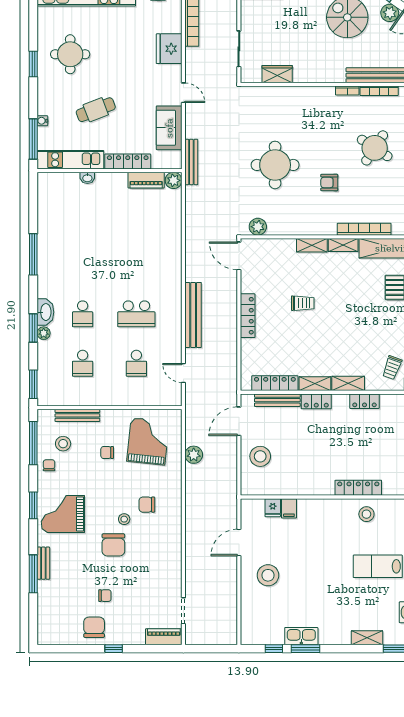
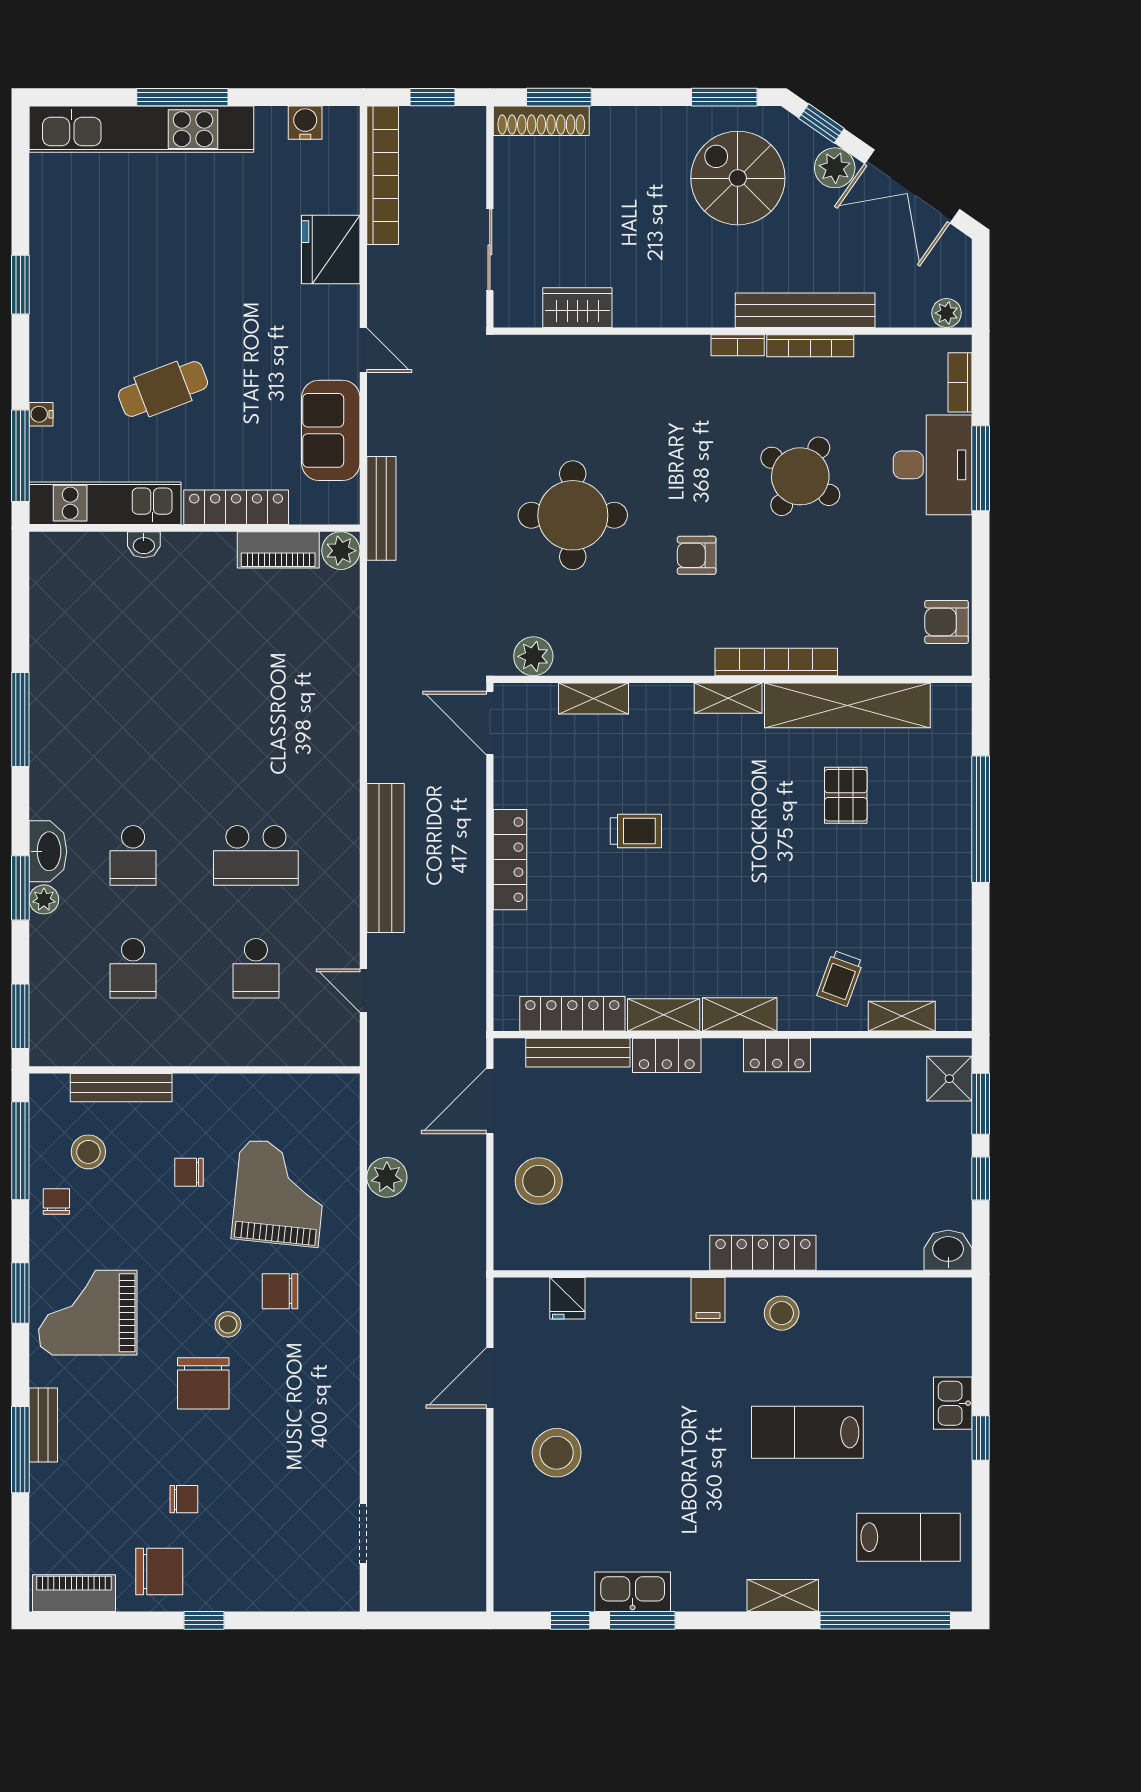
round table: (70, 54) -> (105, 262), removed
shelving: (312, 245) -> (593, 699), moved
grand piano: (148, 441) -> (280, 1193), moved
filing cabinet: (289, 508) -> (708, 1300), moved
chair: (94, 627) -> (159, 1571), turned 90
piano: (164, 637) -> (74, 1593), moved

